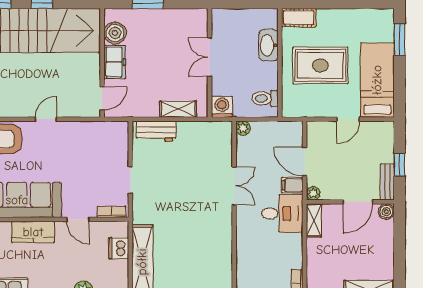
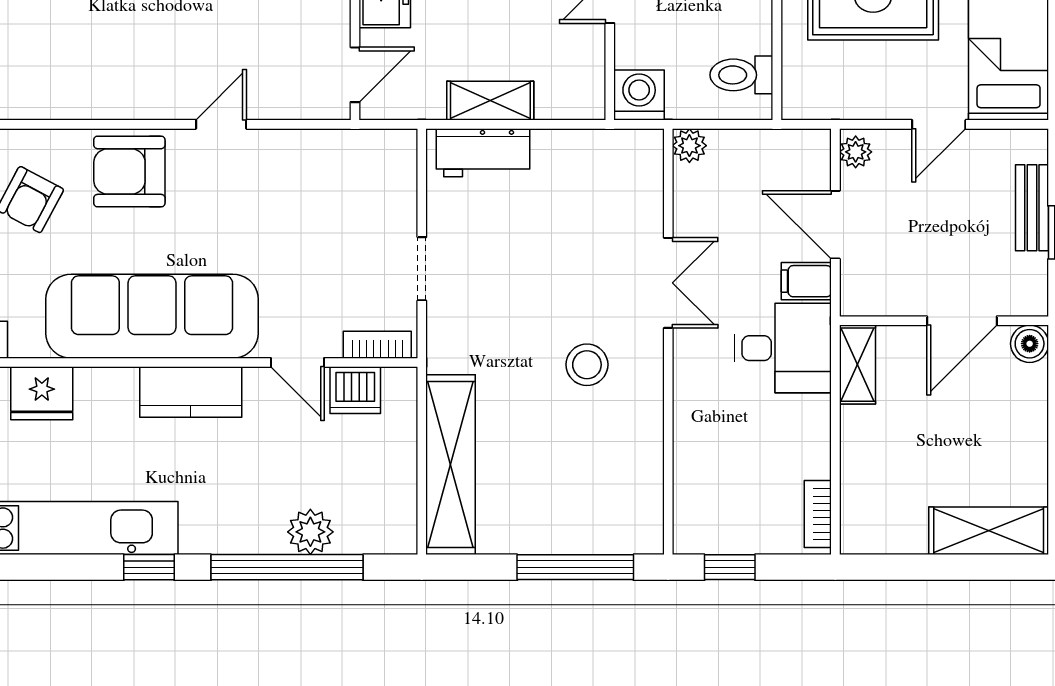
shelving: (178, 109) -> (490, 101), moved
bench: (387, 182) -> (1032, 208), moved
plant: (313, 193) -> (856, 152), moved
stool: (200, 220) -> (587, 365), added
dishwasher: (119, 248) -> (355, 390), moved, turned -90

